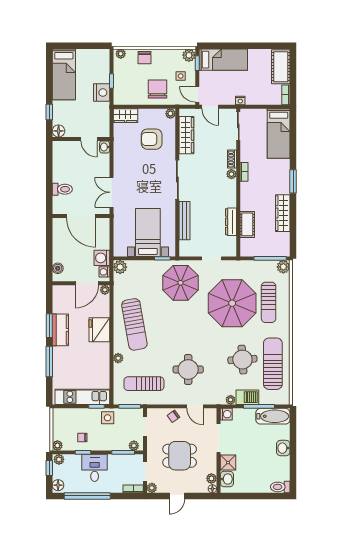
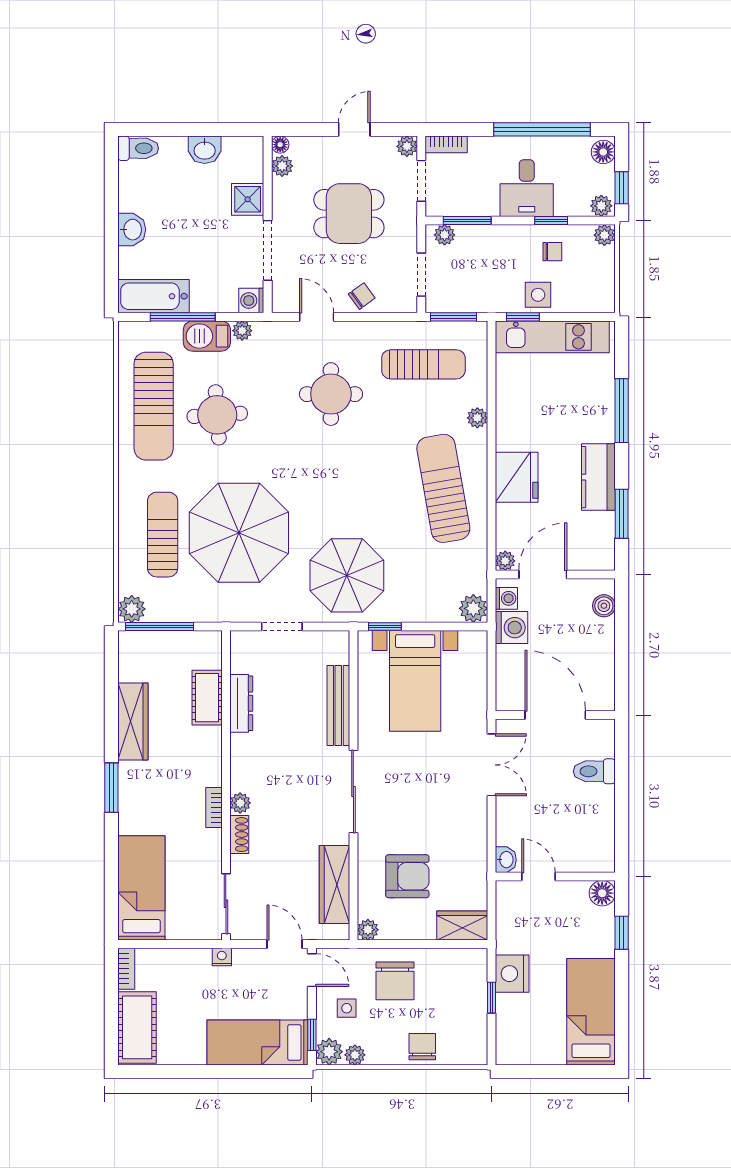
plant: (121, 54) -> (355, 1055), moved
window: (49, 326) -> (622, 514), moved
side table: (108, 418) -> (538, 295), moved
washbasin: (227, 479) -> (205, 150), moved, turned -90

